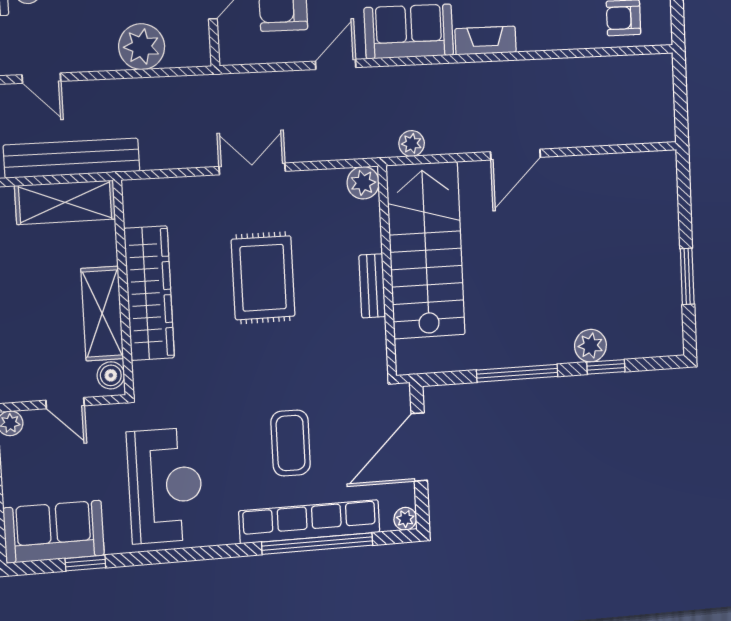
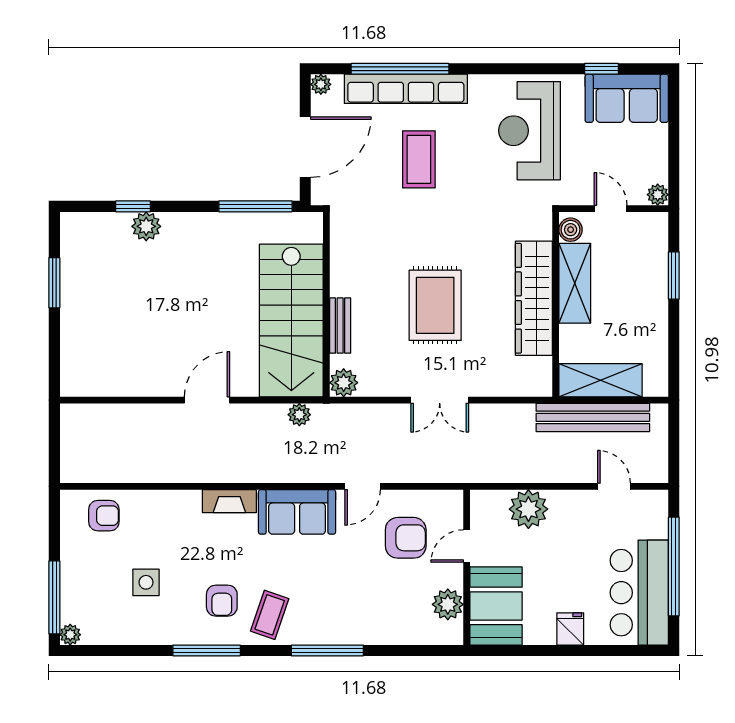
bench: (372, 286) -> (340, 326), moved
window: (517, 373) -> (255, 206), moved

